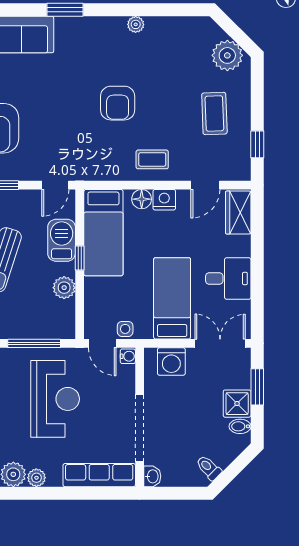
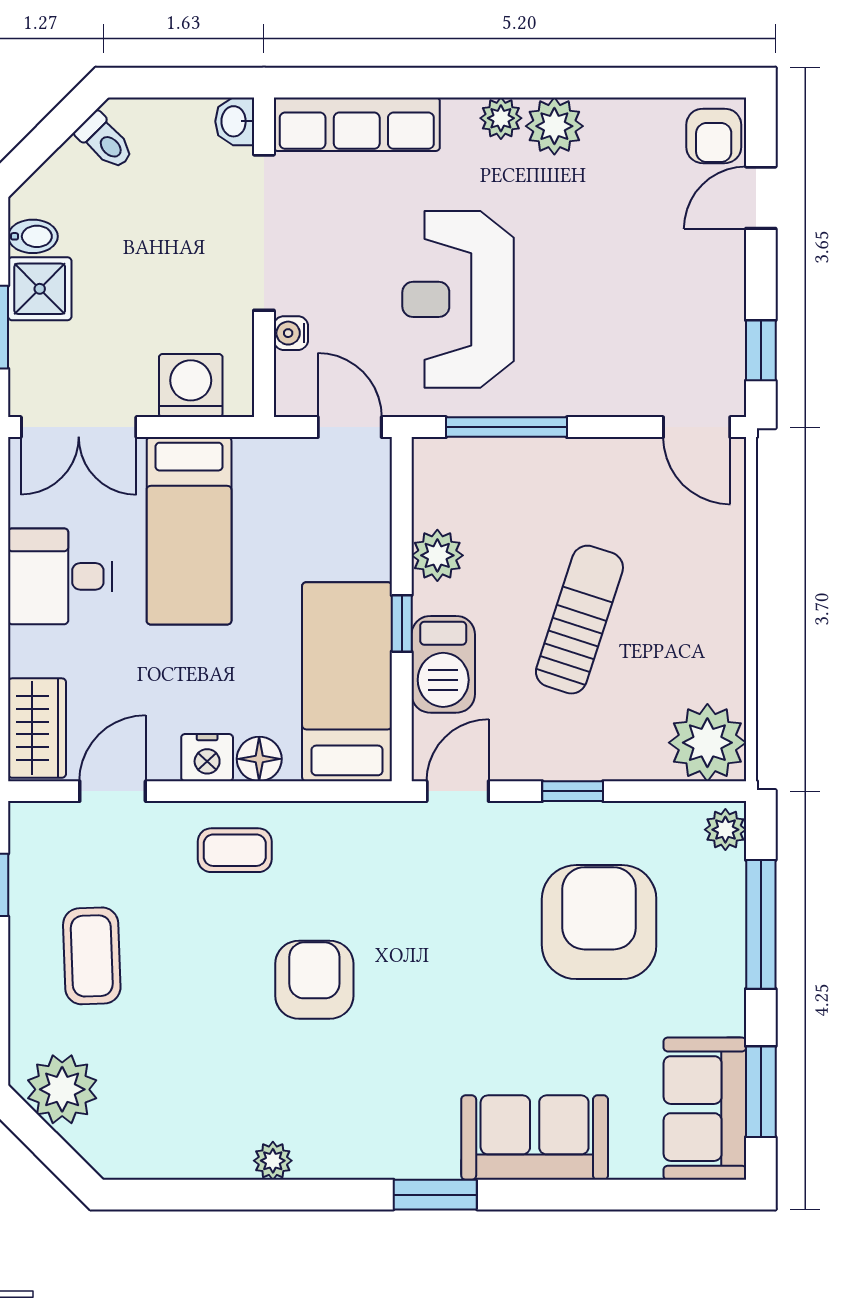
side table: (125, 329) -> (297, 460), removed
water cooler: (128, 356) -> (291, 333), moved

